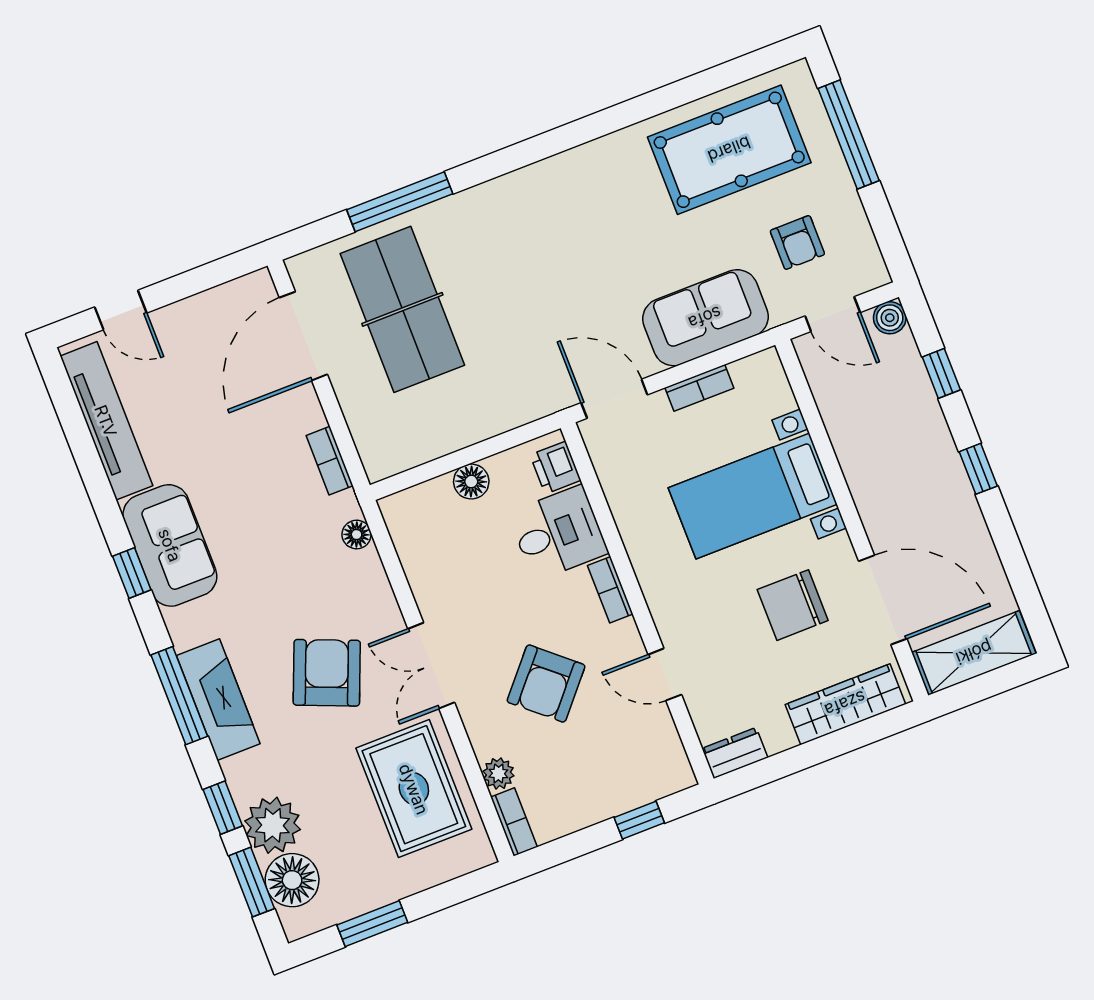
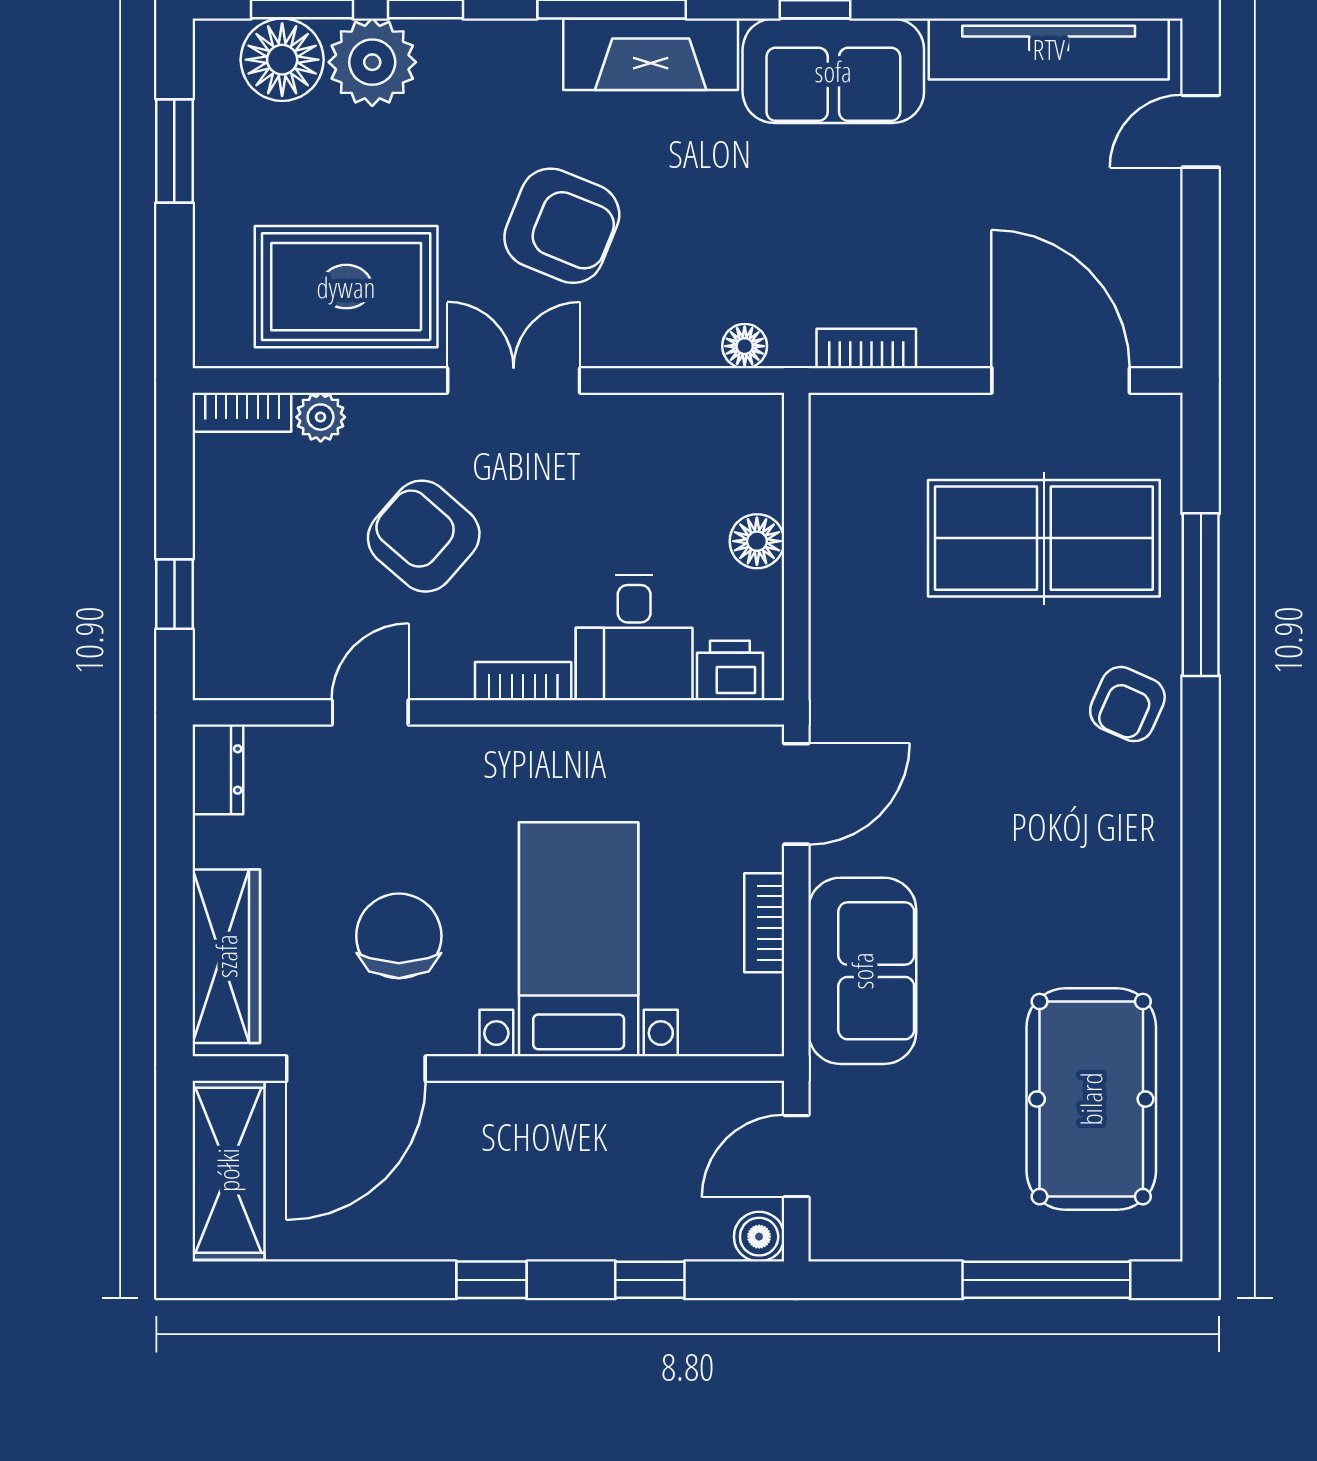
armchair: (797, 242) -> (1127, 704), moved, turned -66
fireplace: (218, 700) -> (651, 54), moved

